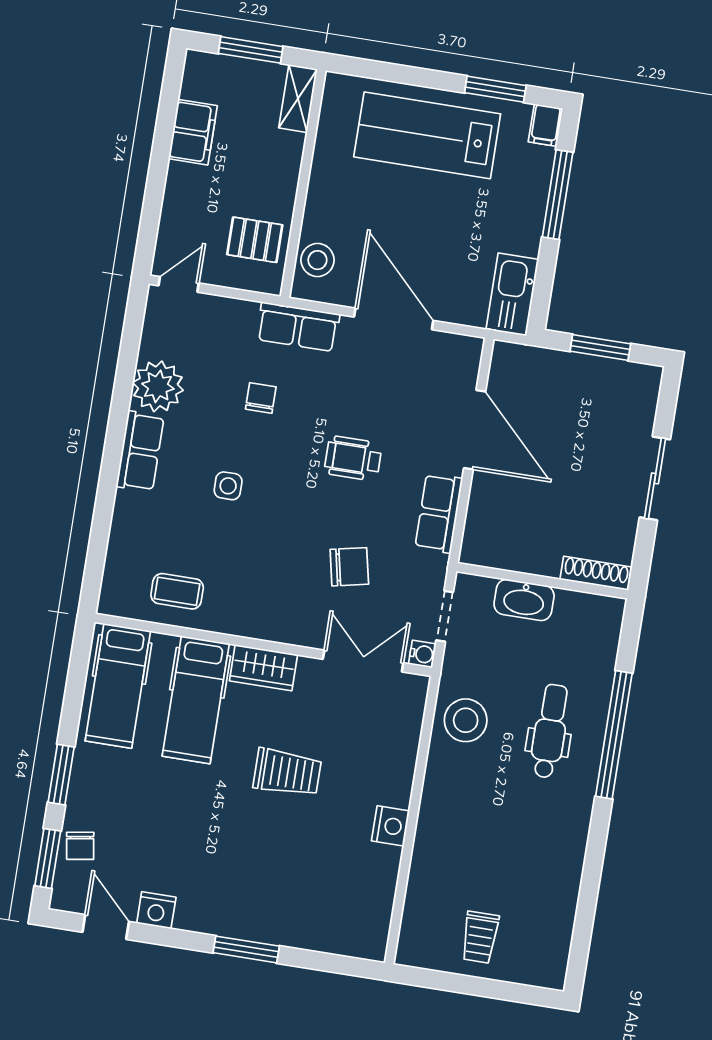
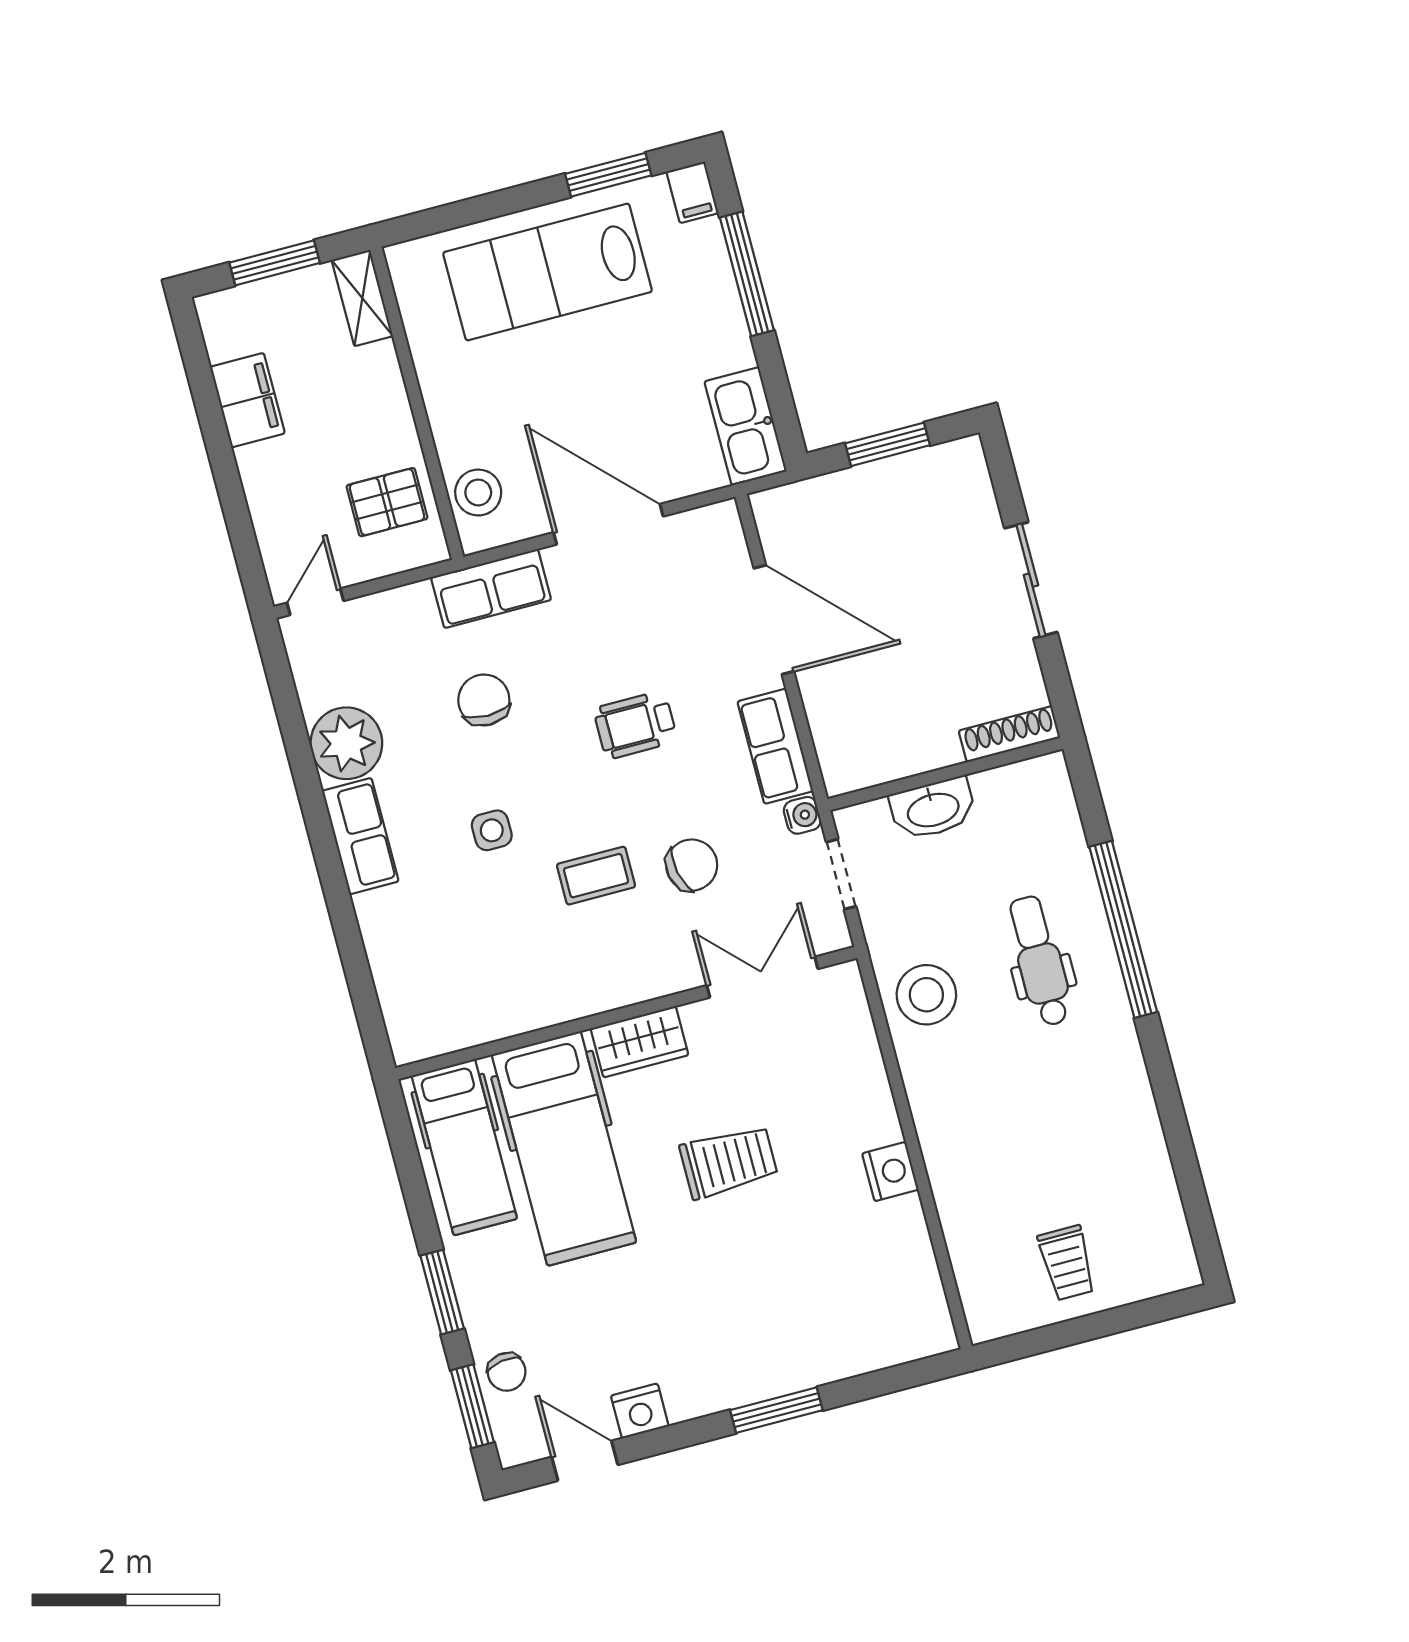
chair: (261, 398) -> (484, 700), width x1.37, depth x1.37
coffee table: (177, 591) -> (596, 876), moved
water cooler: (422, 654) -> (802, 815), moved
hospital bed: (196, 700) -> (564, 1148), width x1.37, depth x1.29

